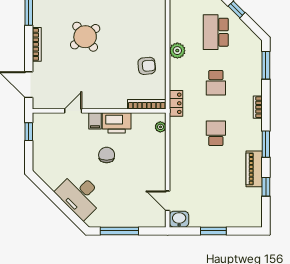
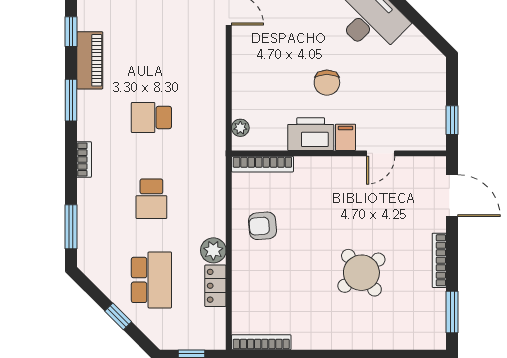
school desk: (216, 83) -> (151, 199), turned 180
locker: (176, 103) -> (215, 286), moved
school desk: (216, 133) -> (151, 118), turned 90

